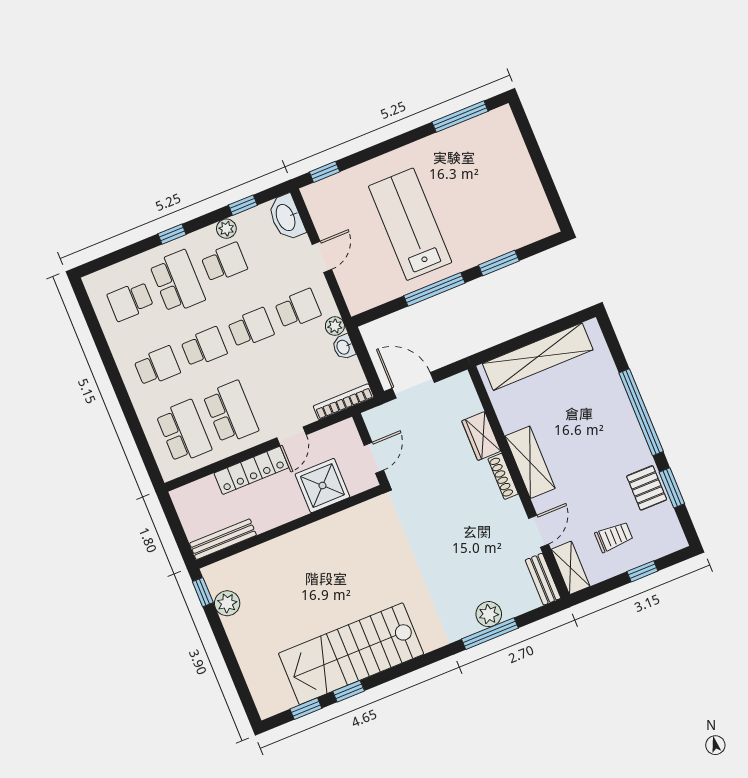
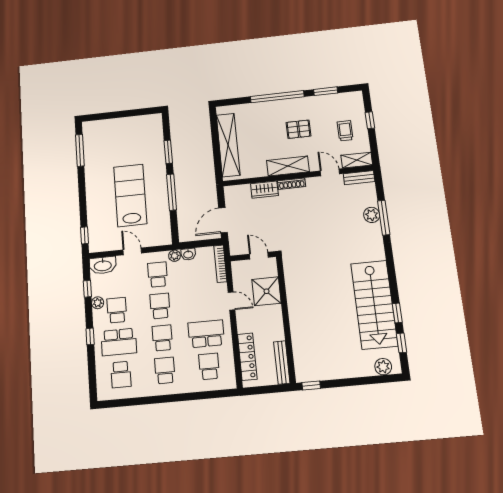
lab bench: (410, 224) -> (130, 195), turned 90
school desk: (177, 282) -> (119, 342), turned 180
school desk: (184, 432) -> (209, 366), width x0.54
locker: (251, 470) -> (247, 357), moved
pallet: (647, 488) -> (298, 129), moved
plant: (227, 603) -> (383, 367), moved

